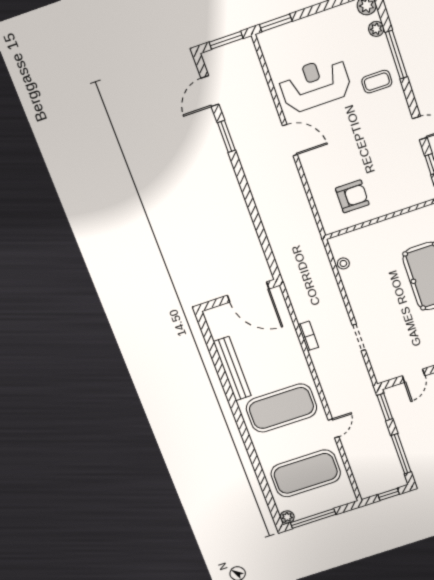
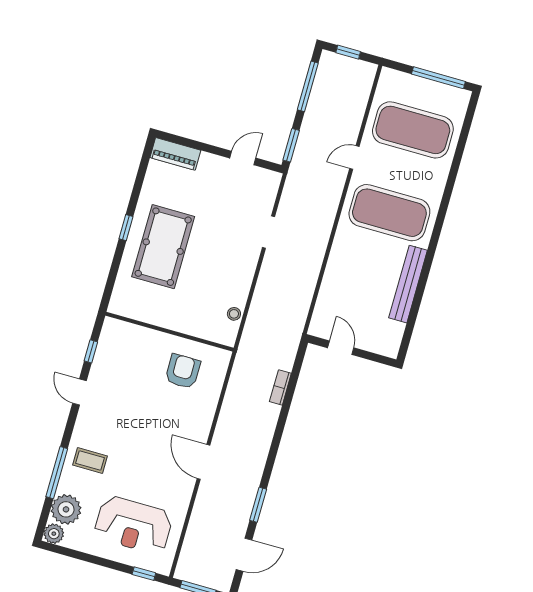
window: (276, 23) -> (144, 574), width x0.67
plant: (376, 29) -> (66, 509), width x1.88, depth x1.88
reception desk: (315, 84) -> (133, 525), moved
armchair: (352, 196) -> (183, 371), turned 90
door: (248, 292) -> (341, 348), width x0.53
bookcase: (308, 336) -> (280, 387), moved
plant: (287, 517) -> (462, 97), removed

